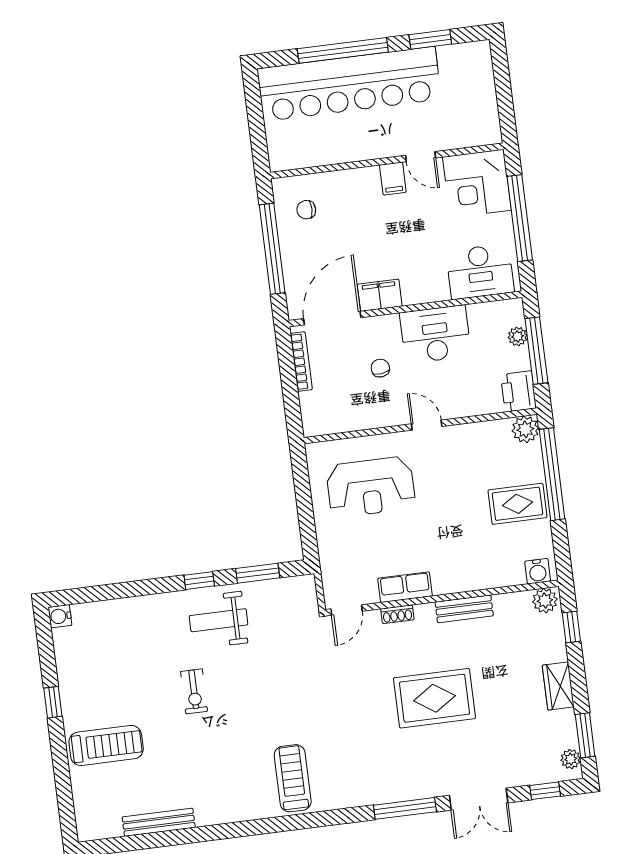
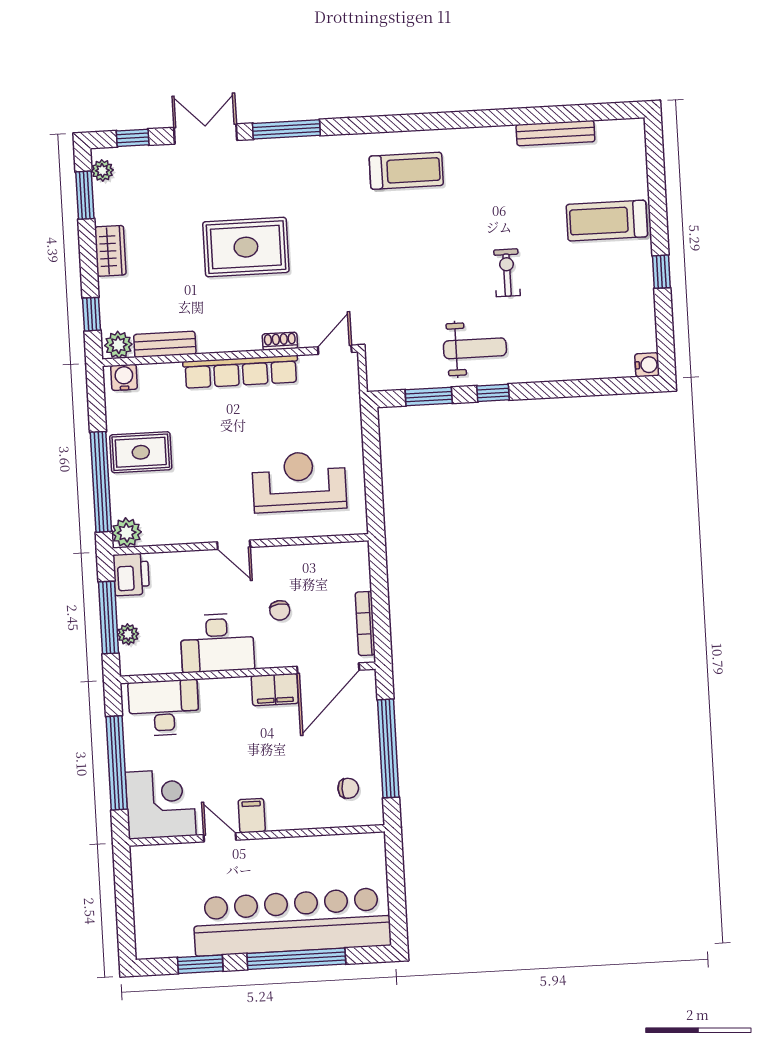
row of seats: (405, 587) -> (241, 372), width x2.02
bench: (464, 609) -> (165, 344), moved
treadmill: (293, 778) -> (406, 171), turned -90

